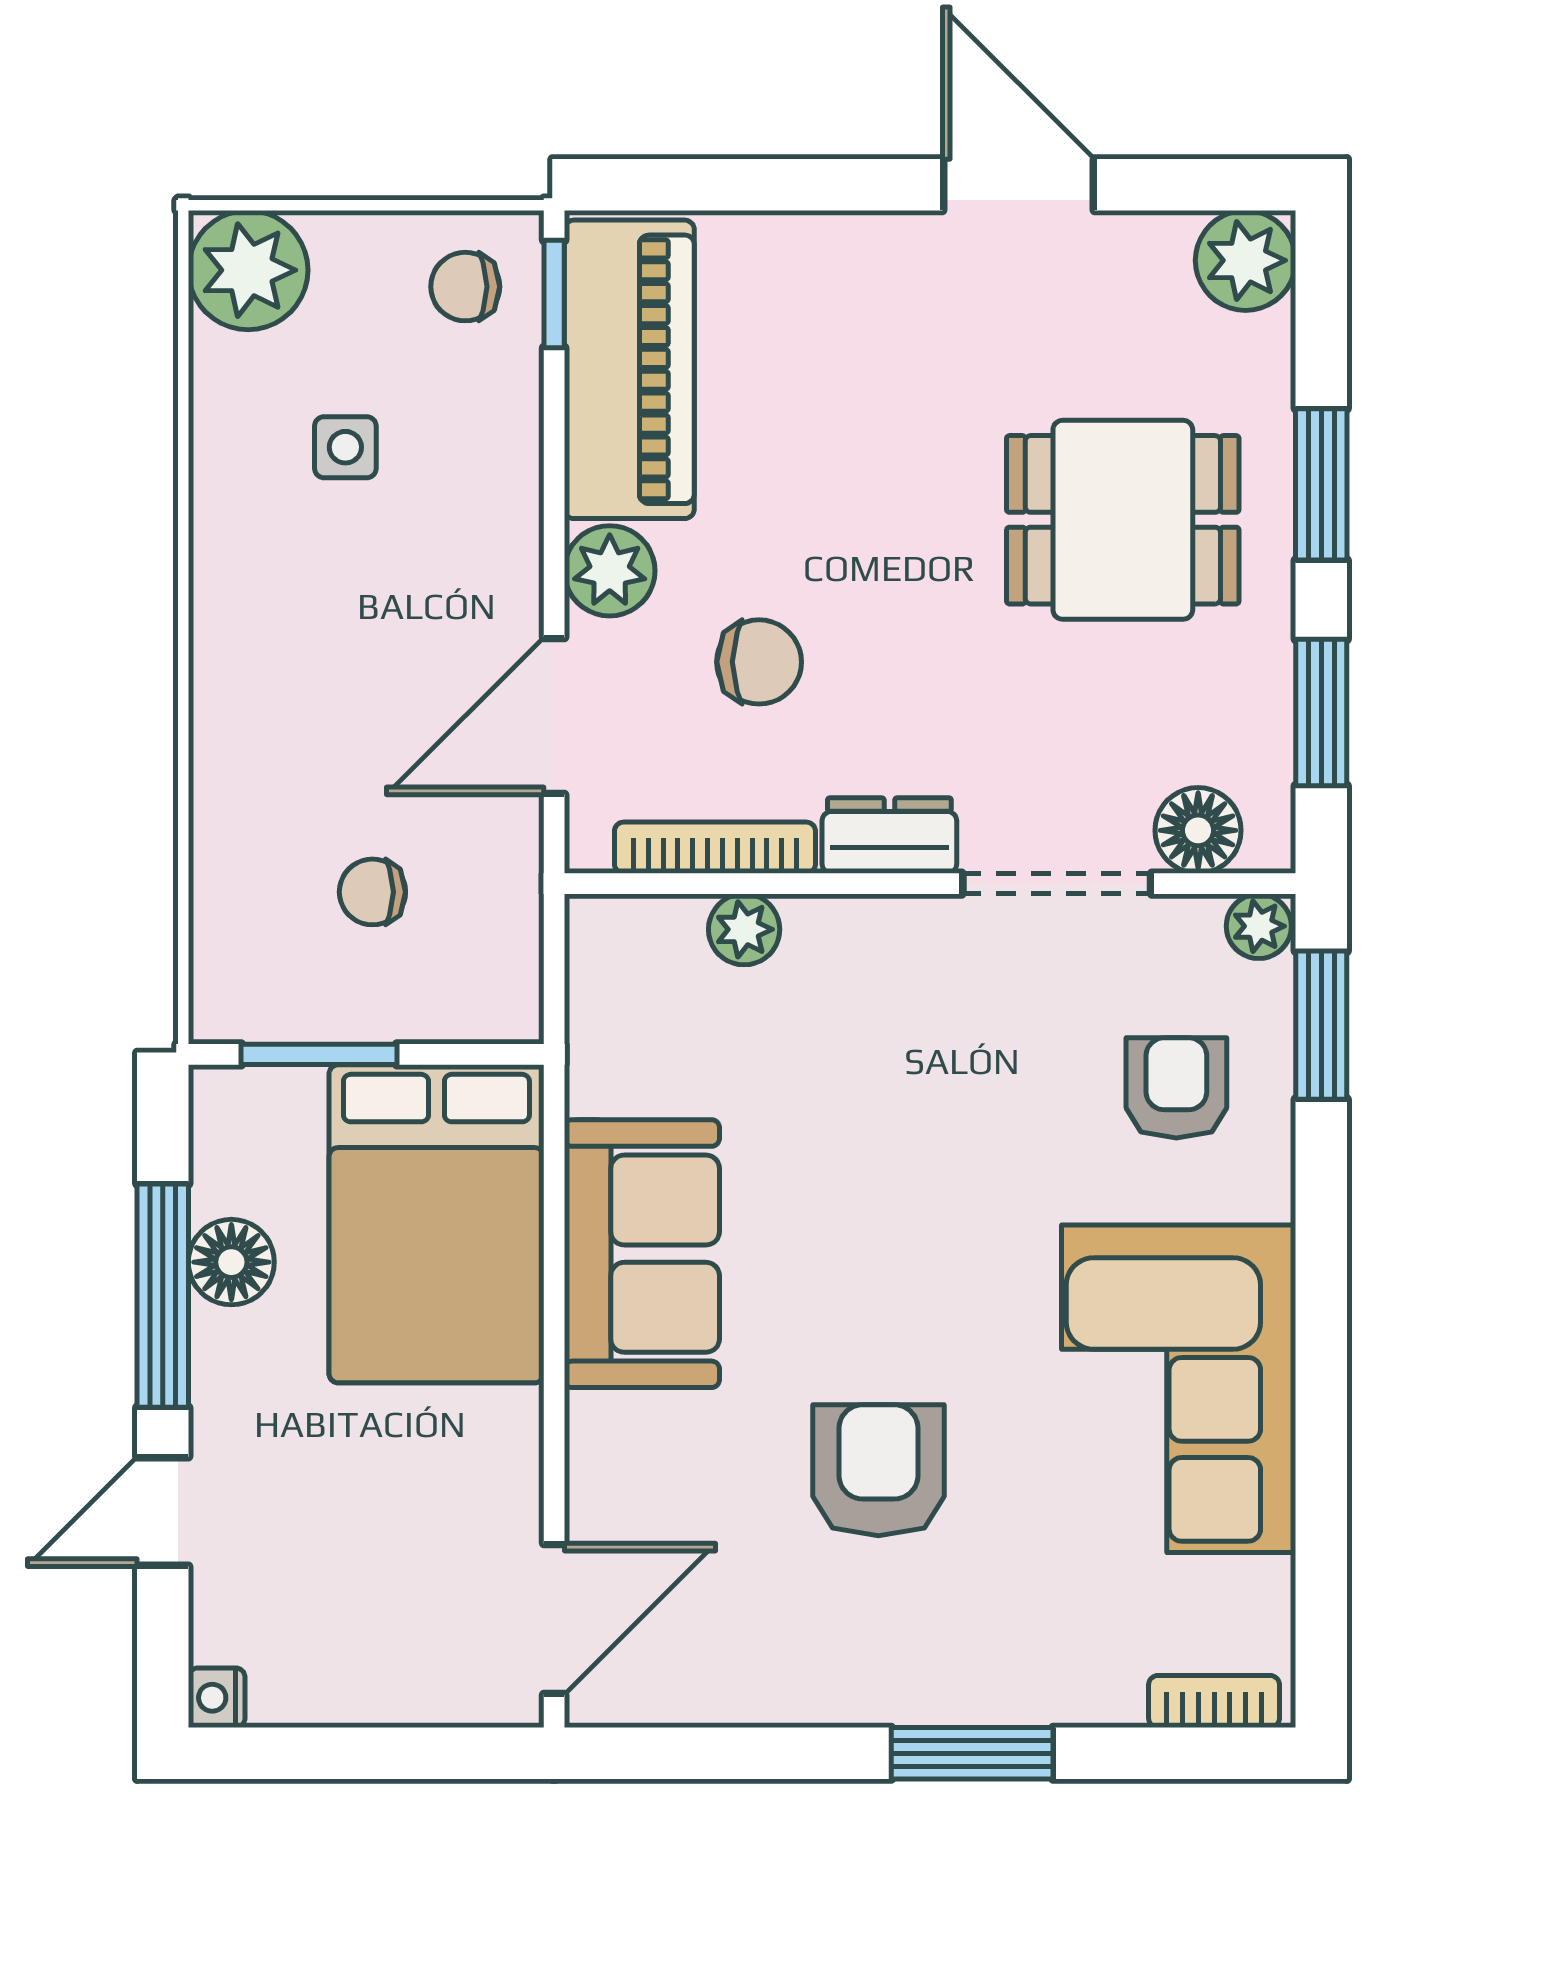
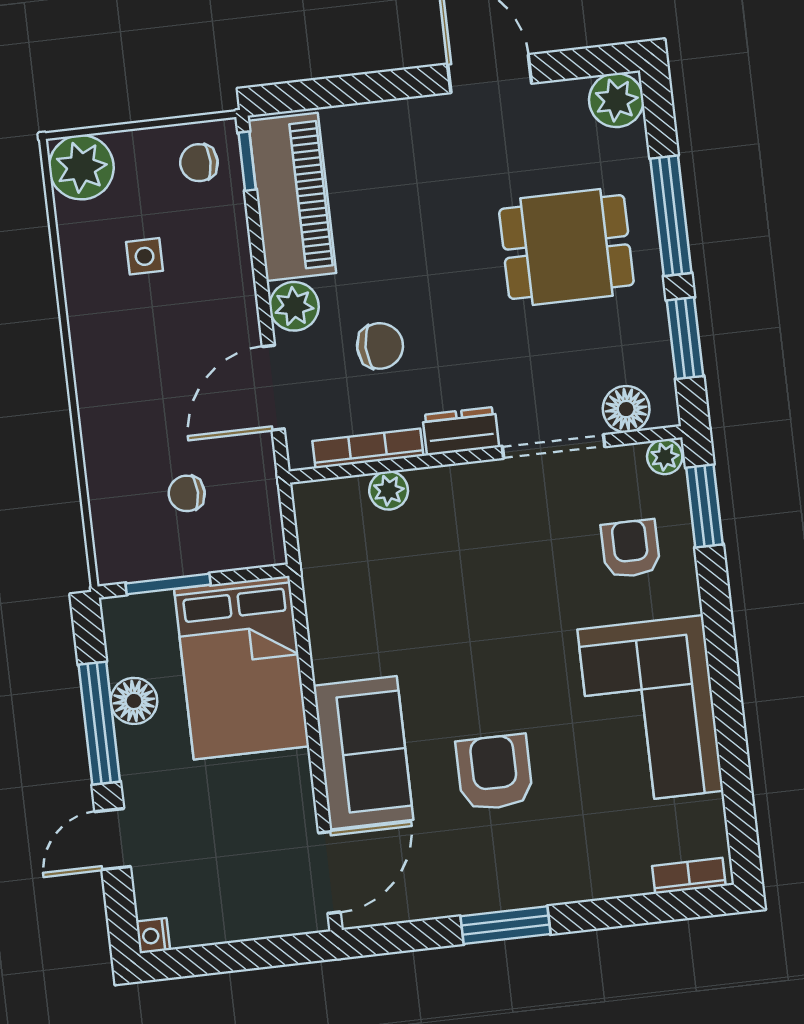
window: (1321, 484) -> (671, 216), width x1.44
sofa: (642, 1254) -> (363, 753), moved
window: (972, 1753) -> (505, 925), moved

